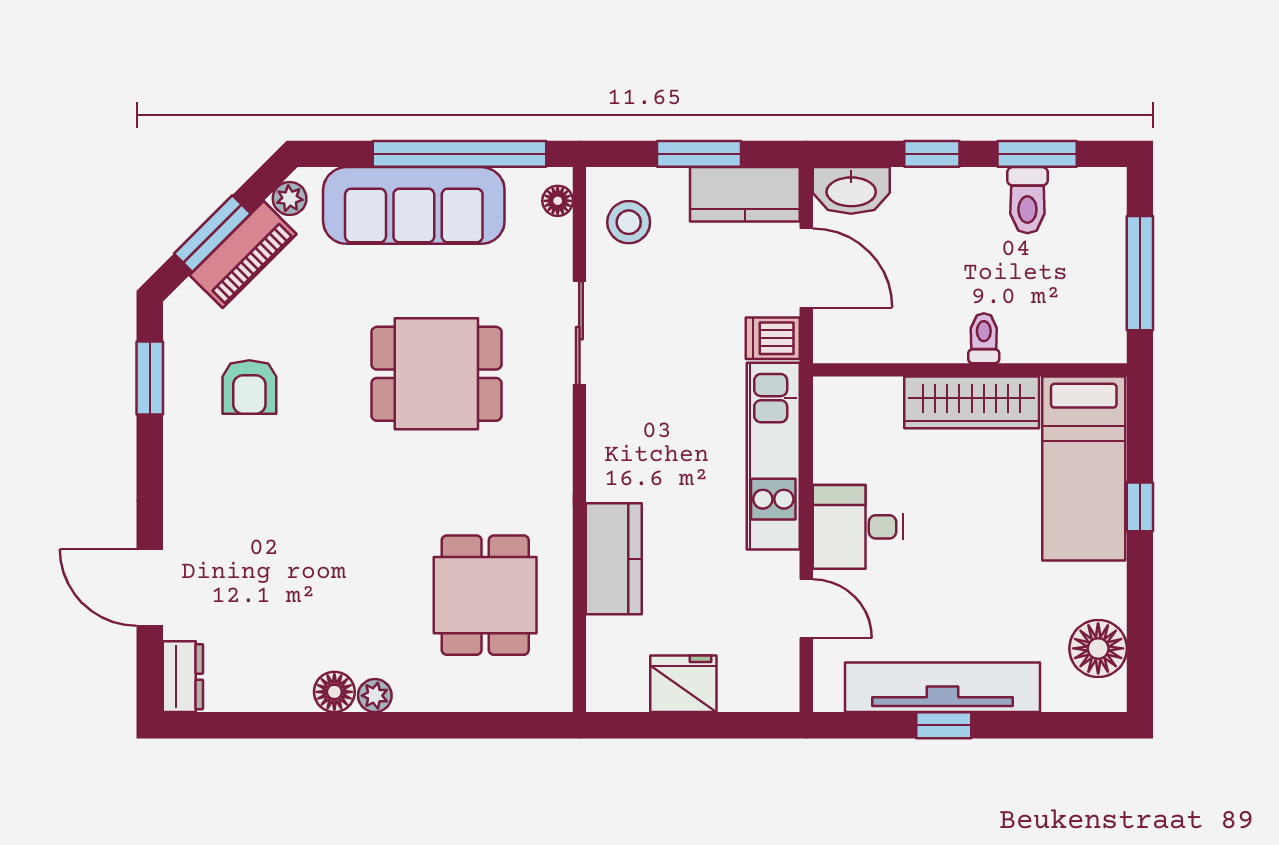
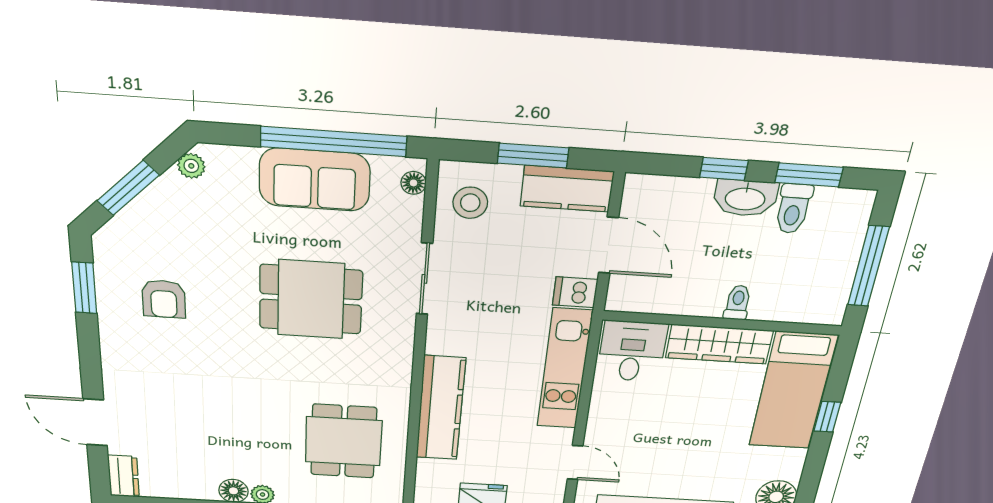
washbasin: (851, 190) -> (745, 198), moved
sofa: (414, 205) -> (315, 180), width x0.73
piano: (243, 255) -> (154, 205), removed
desk: (858, 527) -> (632, 351), moved, turned 90
kitchen counter: (614, 559) -> (441, 408), width x1.50

